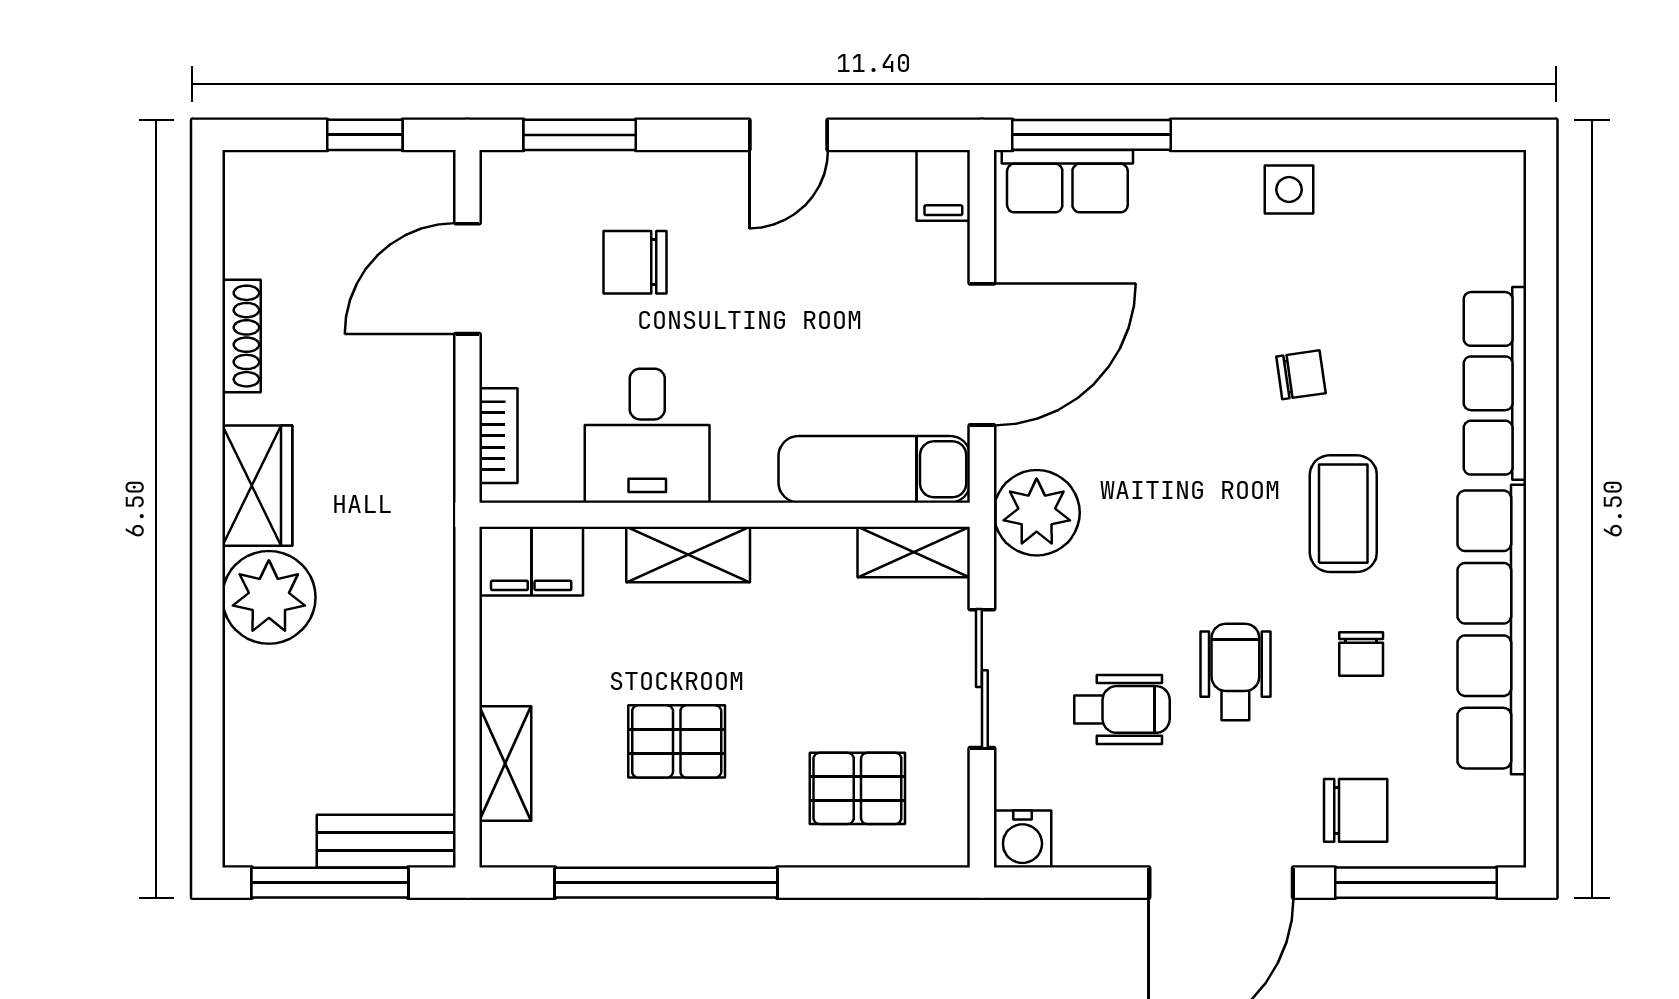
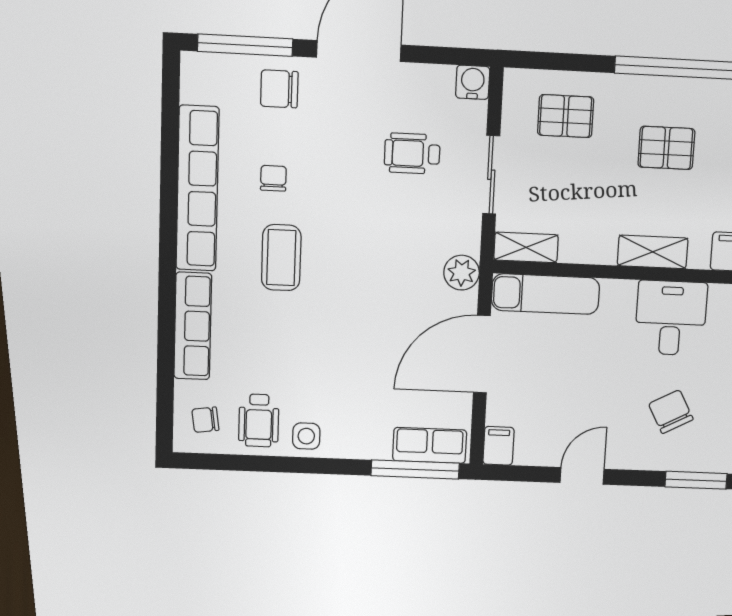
chair: (635, 262) -> (671, 412), turned -118
chair: (1301, 375) -> (205, 420), moved
plant: (1037, 513) -> (462, 273), width x0.73, depth x0.73
wheelchair: (1235, 672) -> (259, 420), moved

